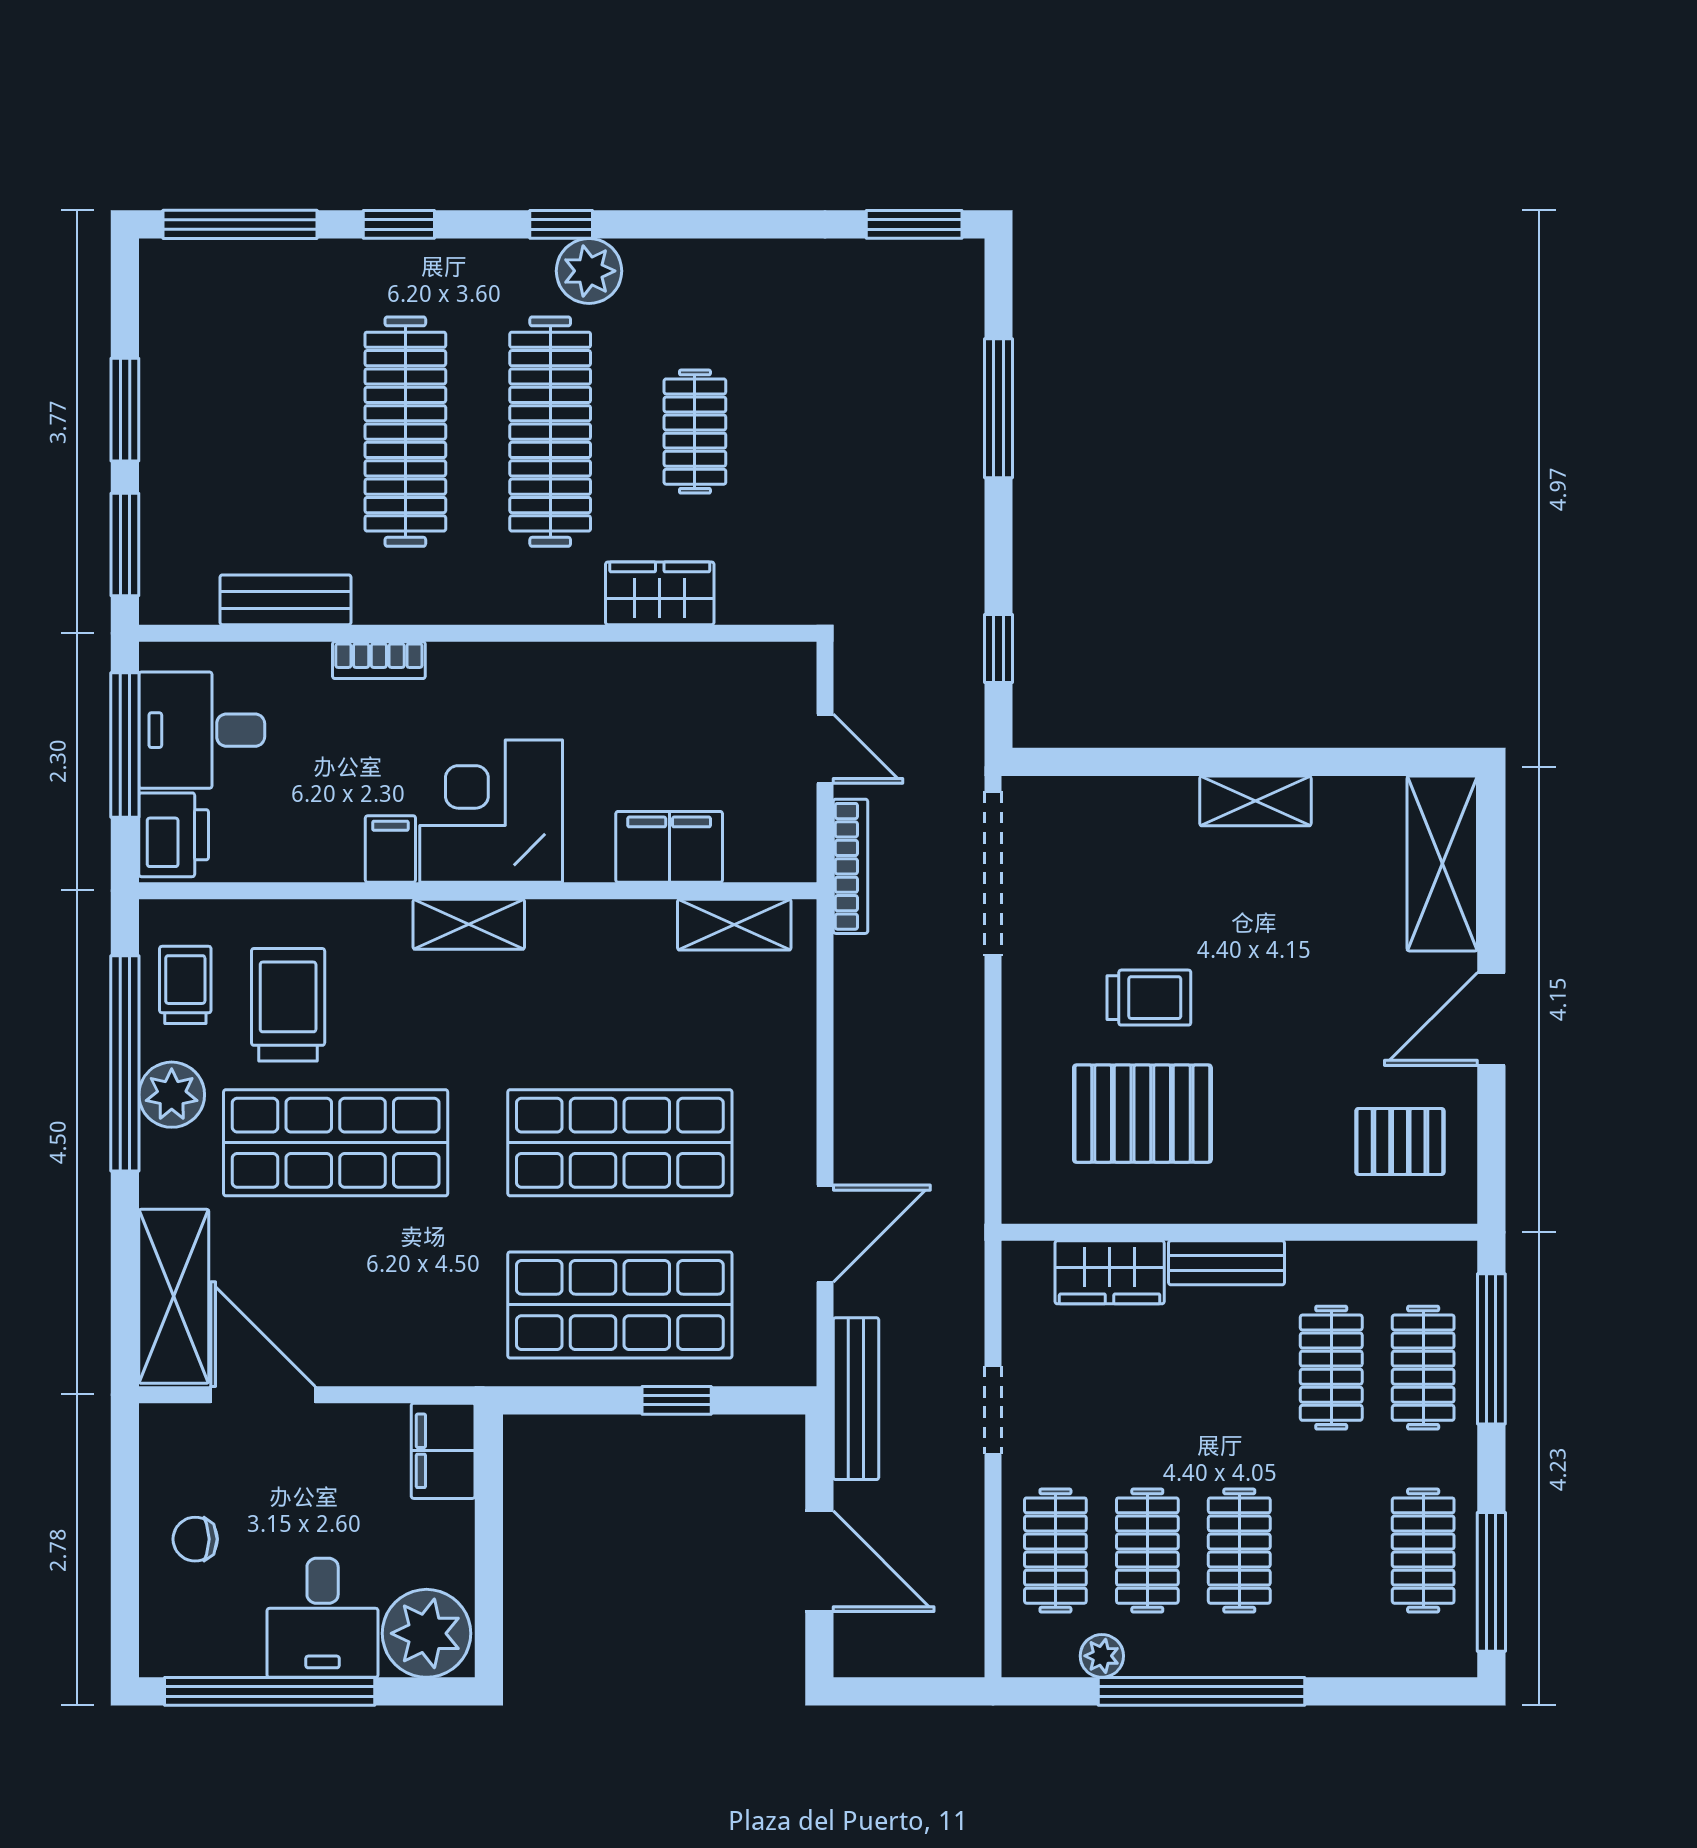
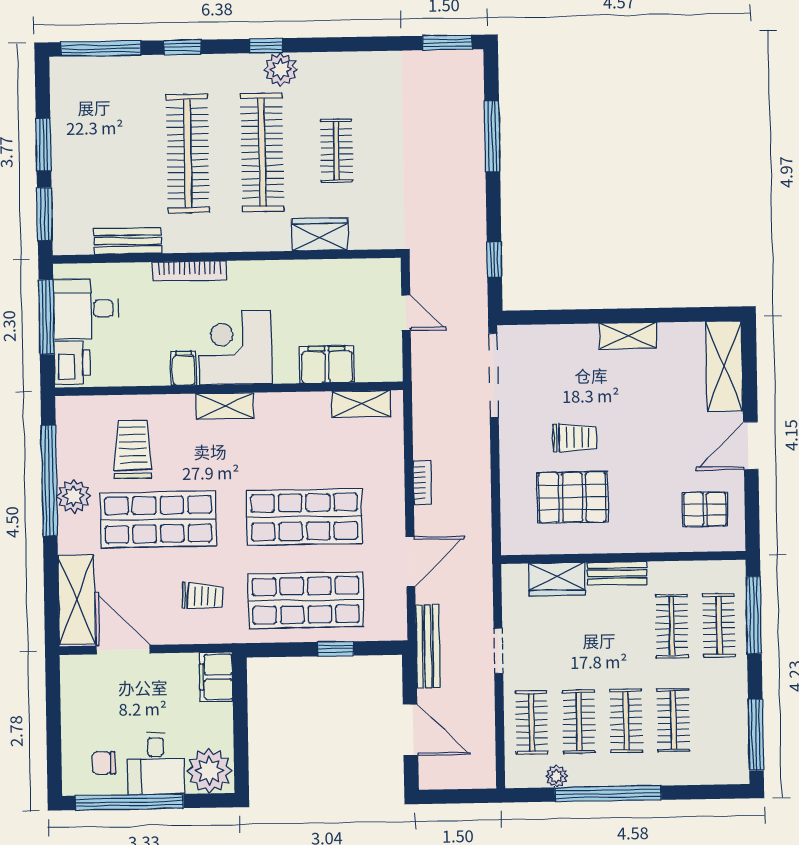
bookcase: (379, 660) -> (190, 271), width x1.56
bookcase: (851, 866) -> (422, 483), moved, width x0.64
trolley: (185, 985) -> (202, 596), moved, turned 94
chair: (195, 1539) -> (104, 763), moved
clothes rail: (1423, 1551) -> (673, 720), moved

